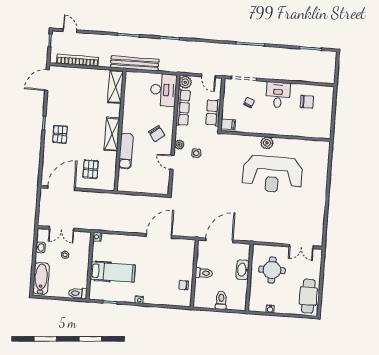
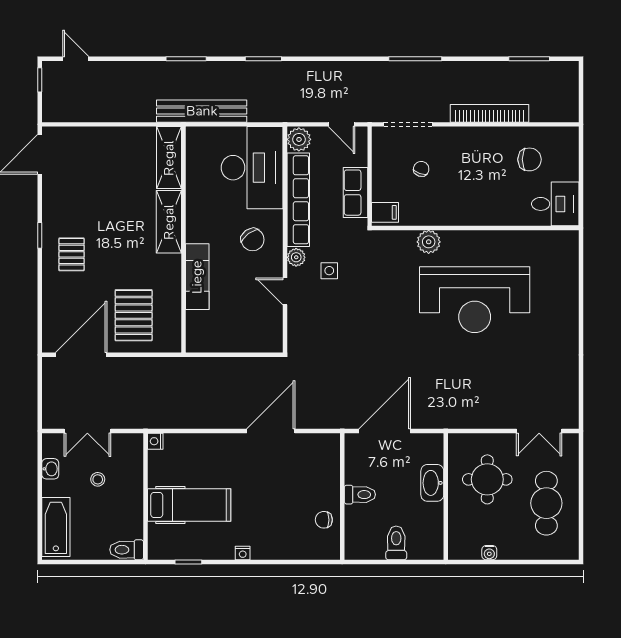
bookcase: (78, 60) -> (490, 113), moved
desk: (163, 90) -> (252, 168), width x1.36, depth x1.30
desk: (278, 95) -> (555, 204), moved, turned 90
row of seats: (183, 108) -> (298, 200), width x1.36
shelving: (112, 134) -> (169, 222), moved
plant: (267, 143) -> (429, 242), moved
pallet: (91, 169) -> (134, 315), width x1.50, depth x1.42
cafe table: (308, 296) -> (546, 503), moved

